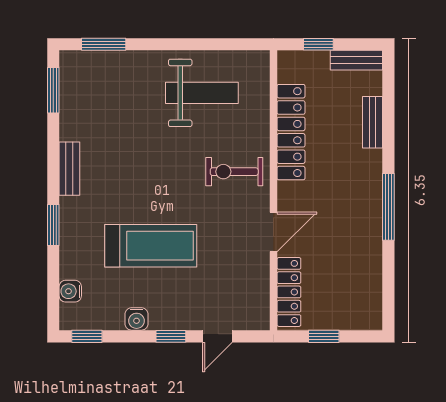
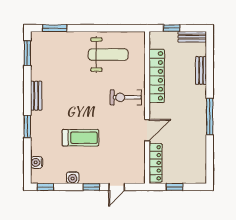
treadmill: (151, 246) -> (80, 138), width x0.73, depth x0.73

